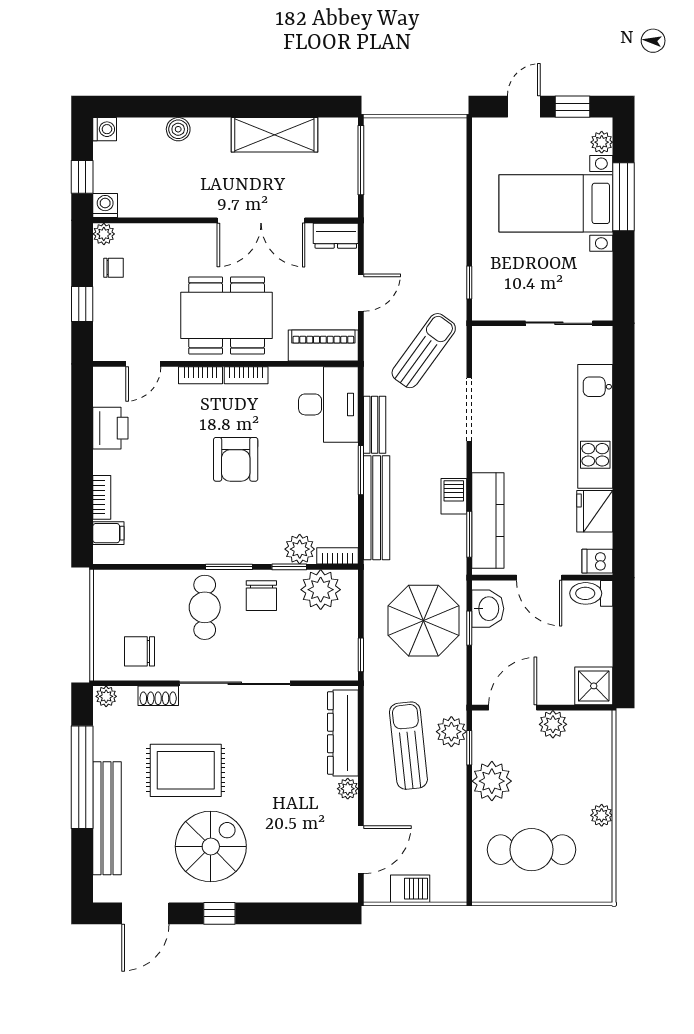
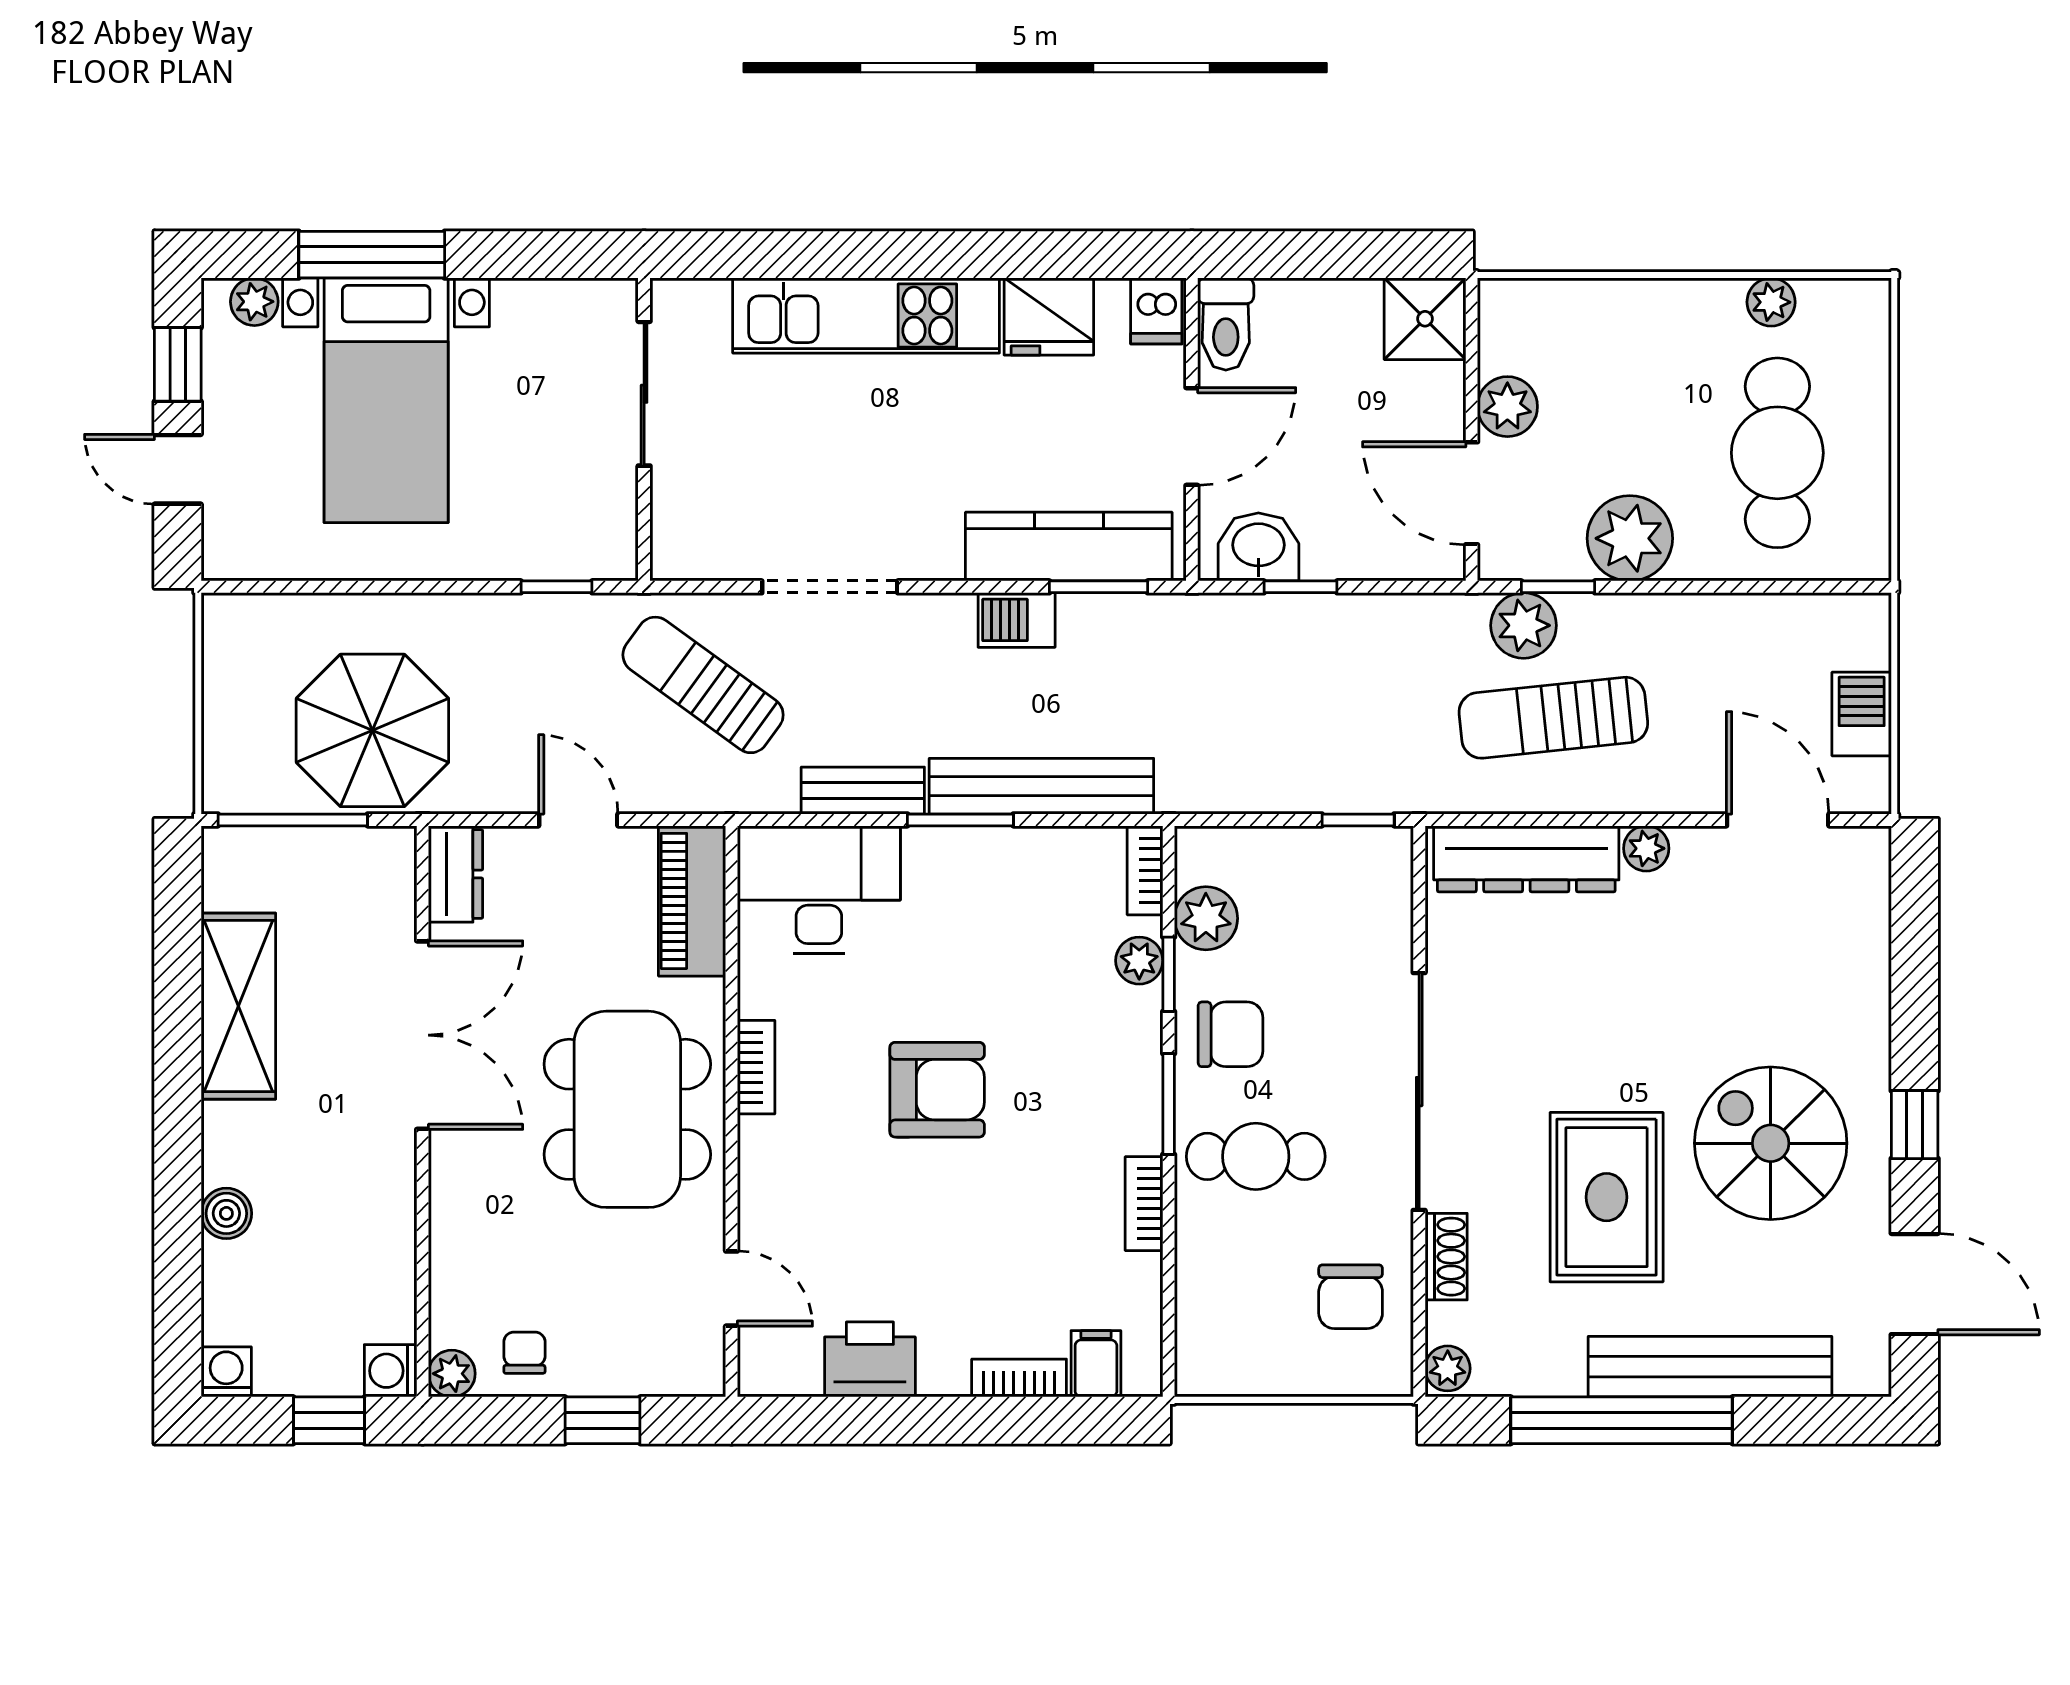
bookcase: (200, 375) -> (1144, 1204), moved, turned 180
plant: (300, 549) -> (1139, 961), width x0.73, depth x0.73
plant: (321, 590) -> (1206, 918), width x0.73, depth x0.73
parasol: (423, 621) -> (372, 730), moved
plant: (602, 815) -> (1771, 302), moved

